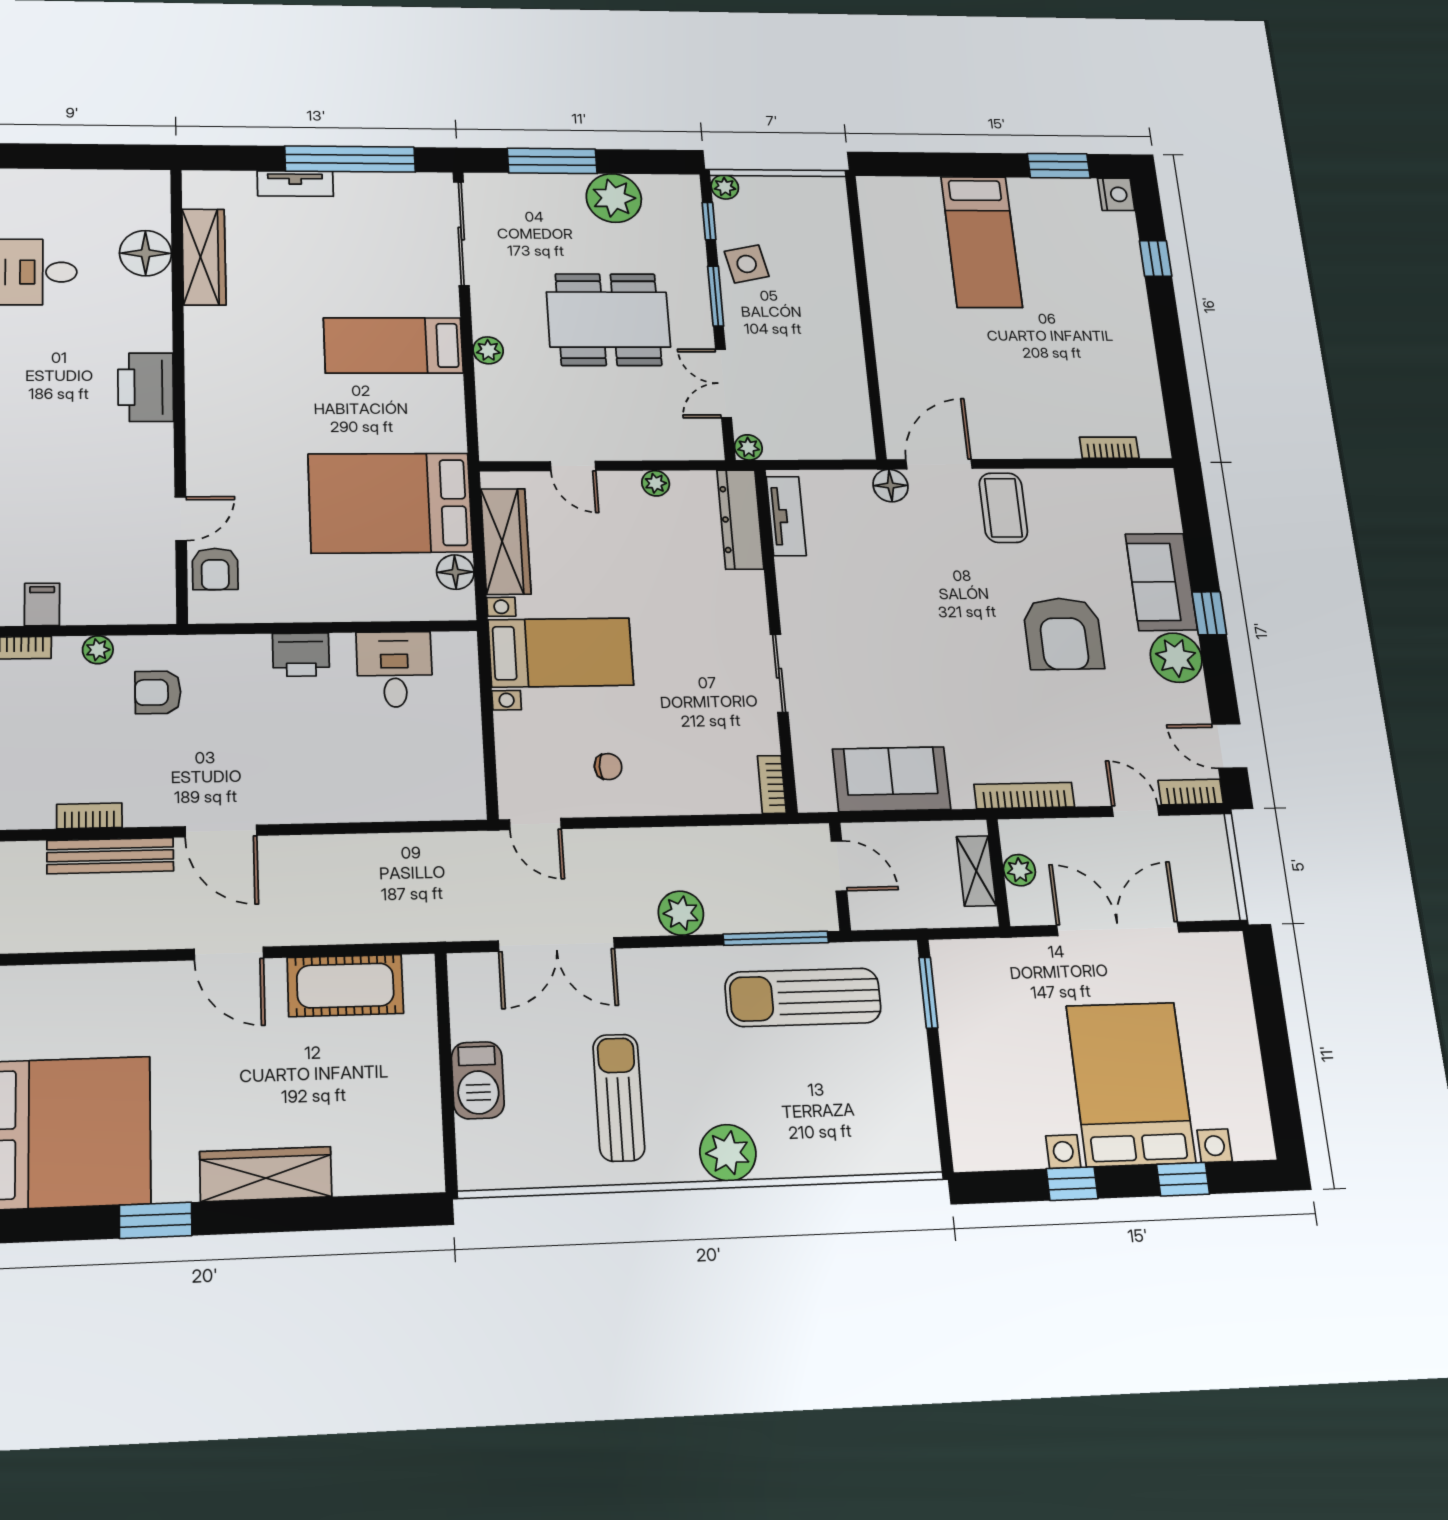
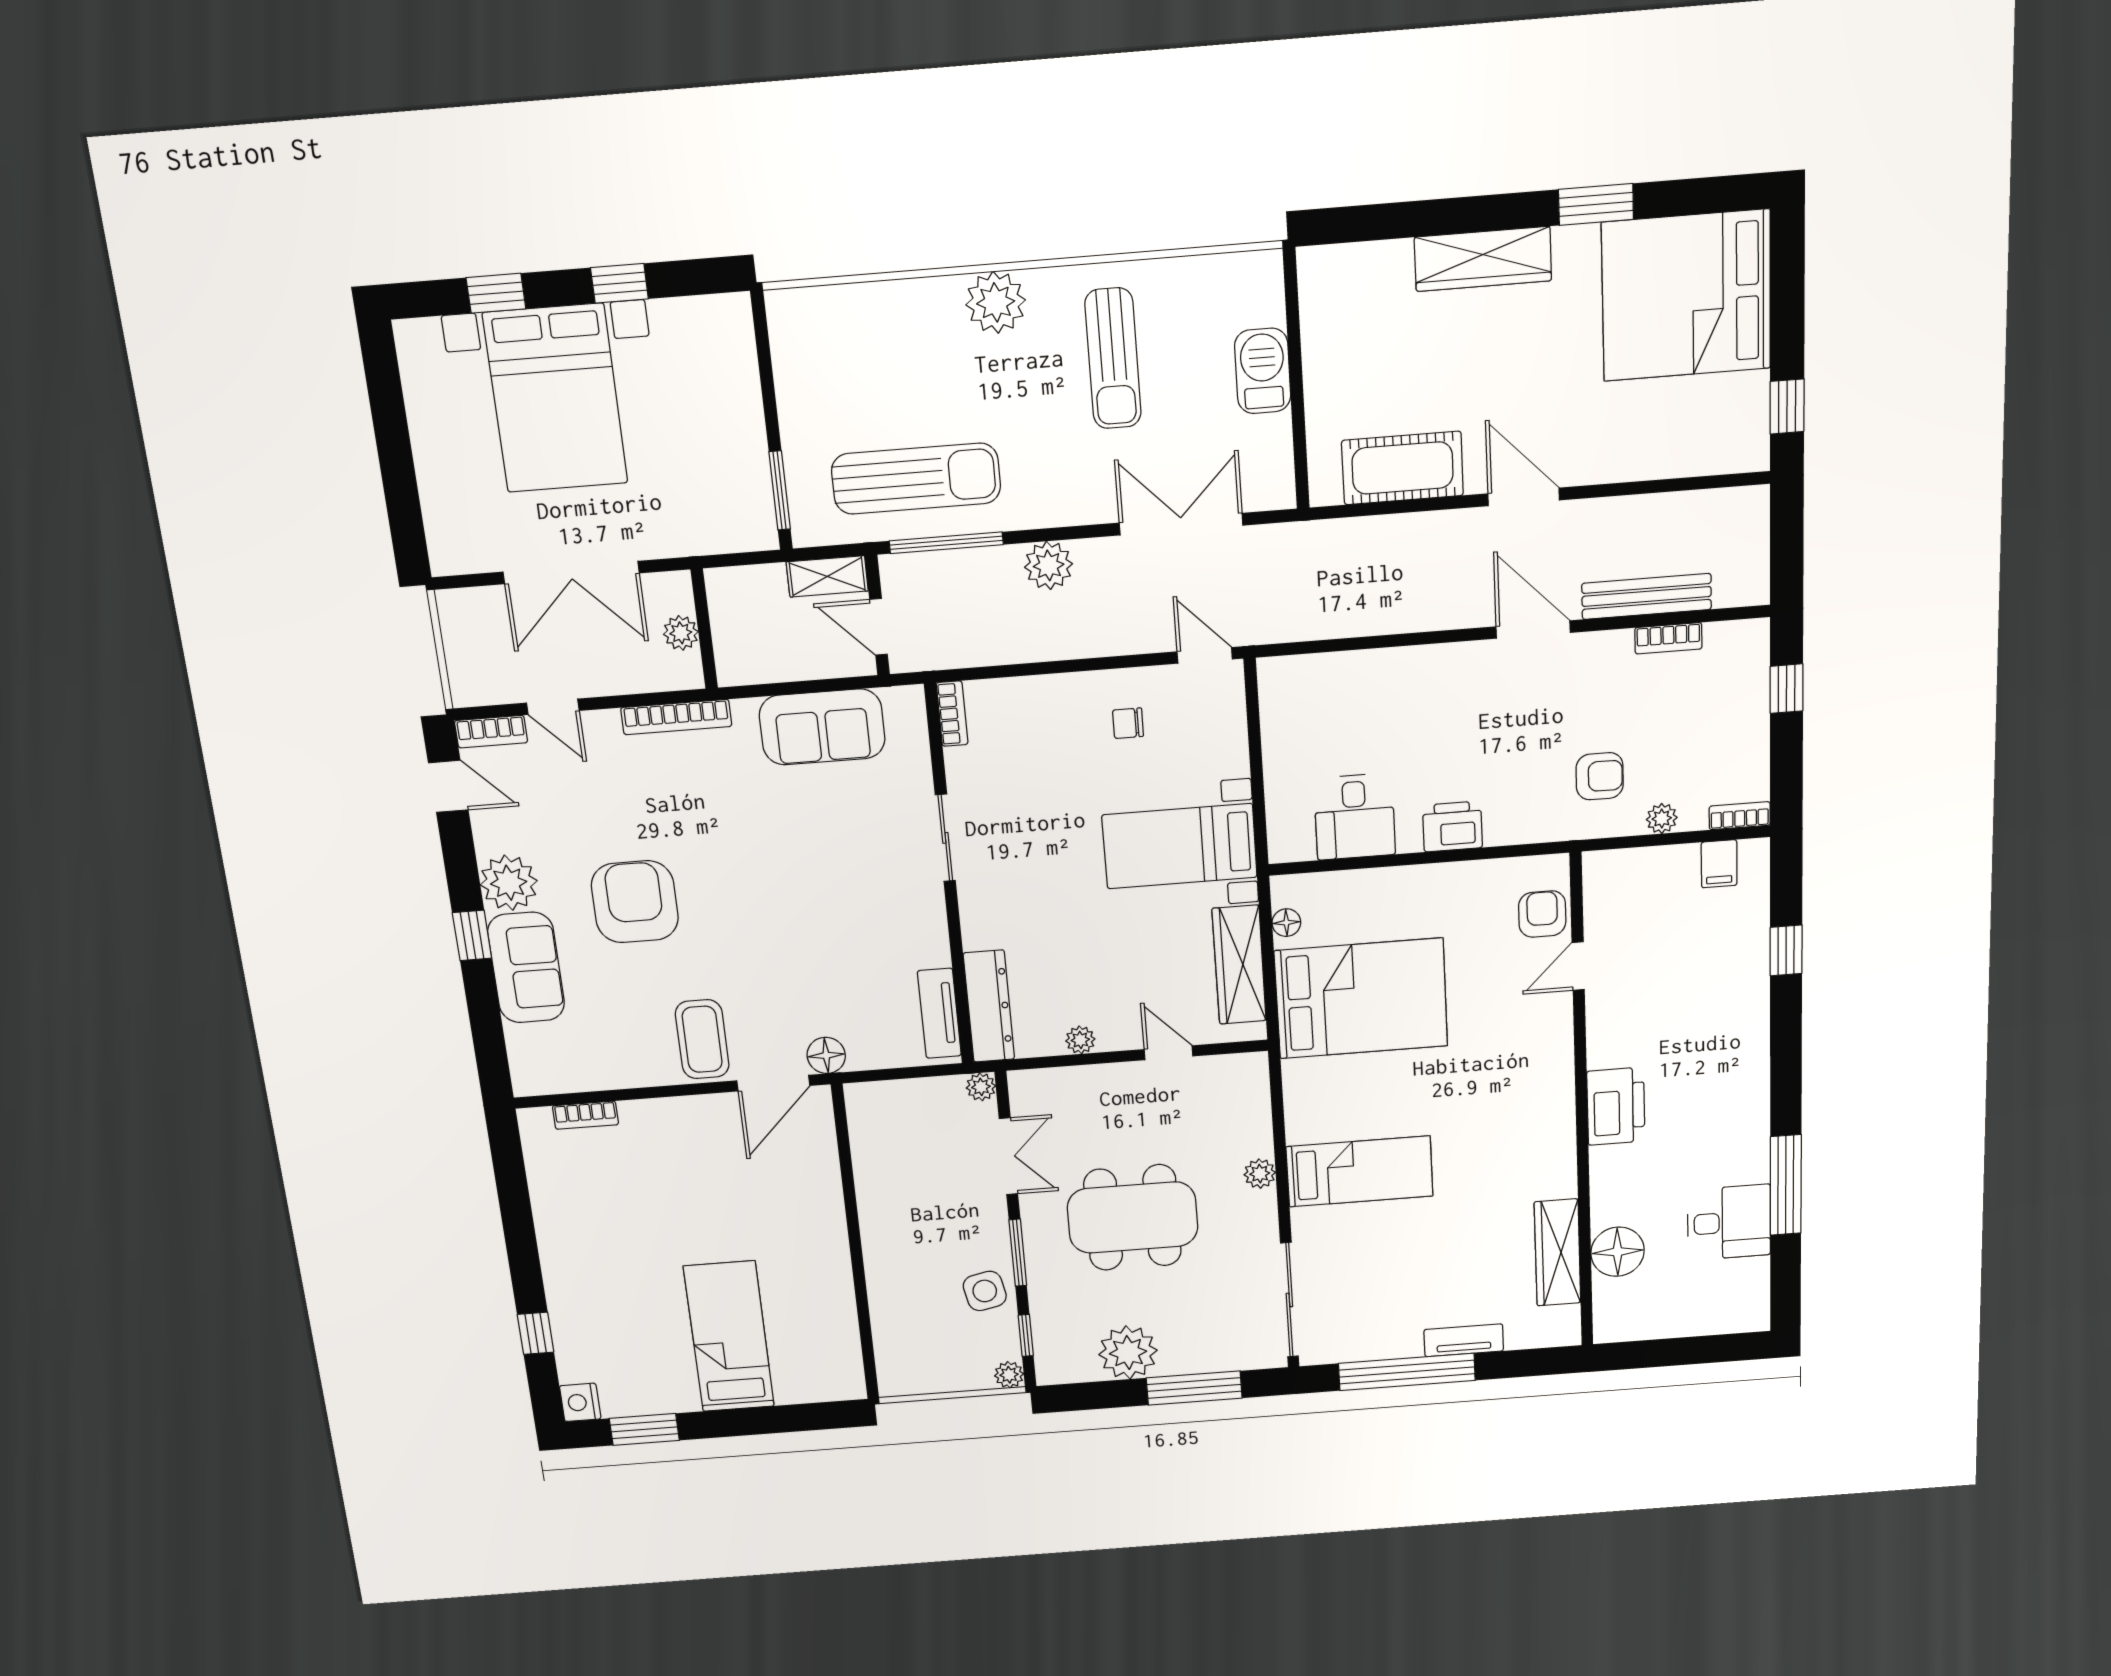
floor lamp: (455, 572) -> (1286, 923), width x0.73, depth x0.73
shelving: (976, 871) -> (827, 576), moved, turned 90

